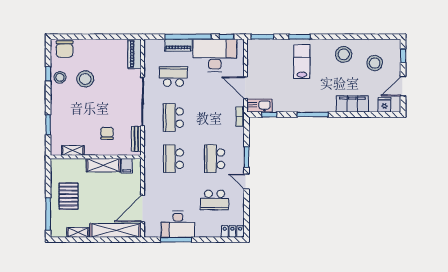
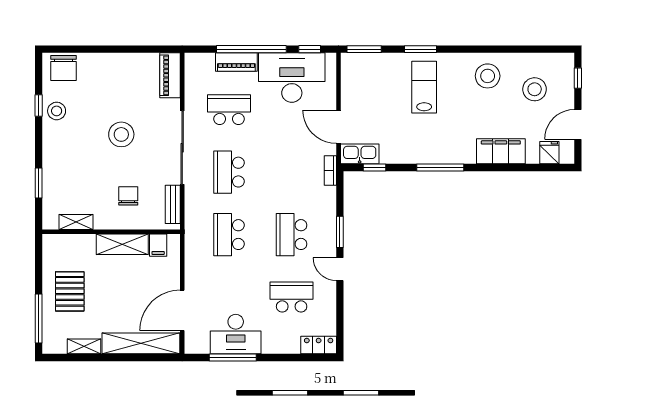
stool: (85, 79) -> (121, 134), moved
school desk: (215, 200) -> (292, 297), turned 180

